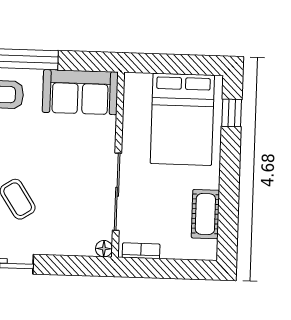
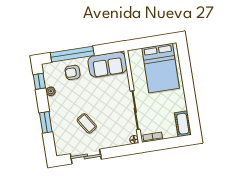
window: (232, 113) -> (184, 60), removed
cot: (205, 214) -> (183, 124), moved

